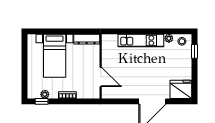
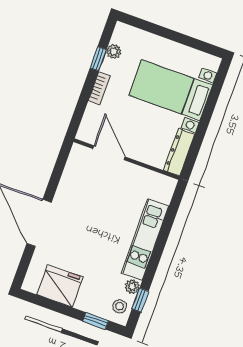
window: (175, 31) -> (140, 300), added
door: (101, 77) -> (109, 153), swing flipped
fridge: (181, 89) -> (60, 286), moved, turned -90
window: (42, 101) -> (98, 59), moved

